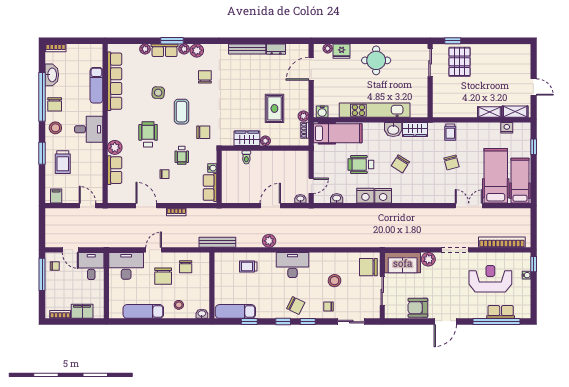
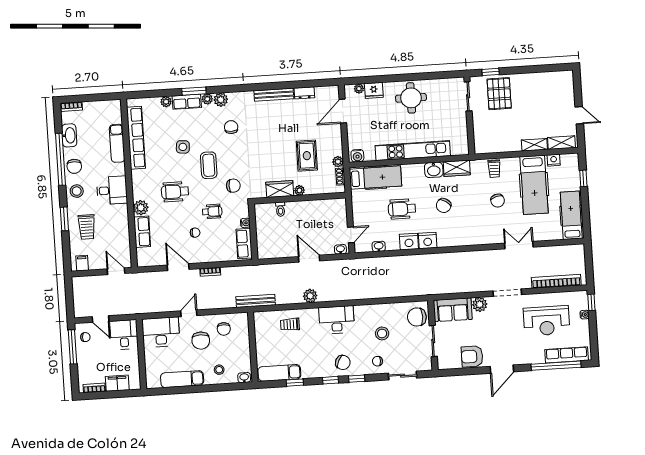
wheelchair: (148, 134) -> (175, 192), turned -90
wheelchair: (182, 155) -> (212, 211), turned -90
hospital bed: (496, 176) -> (534, 185), moved, turned 180
door: (270, 206) -> (309, 259), hinge flipped
reception desk: (490, 279) -> (547, 321), turned 180
row of seats: (501, 312) -> (567, 355), width x1.48

